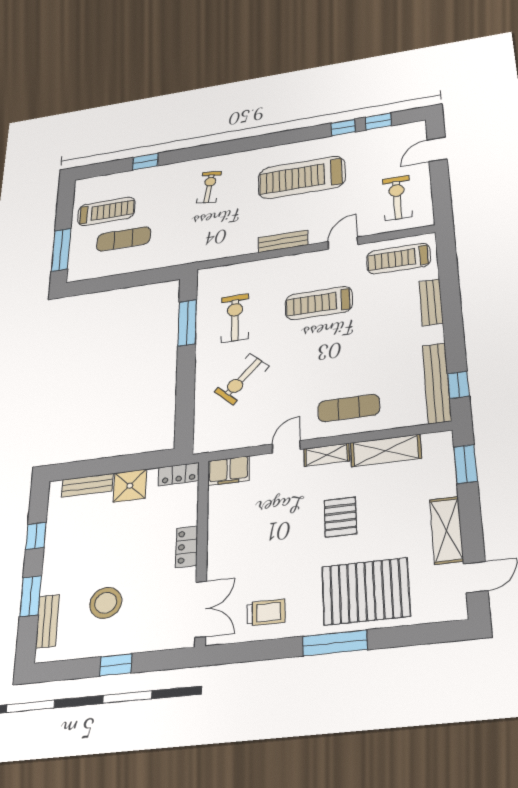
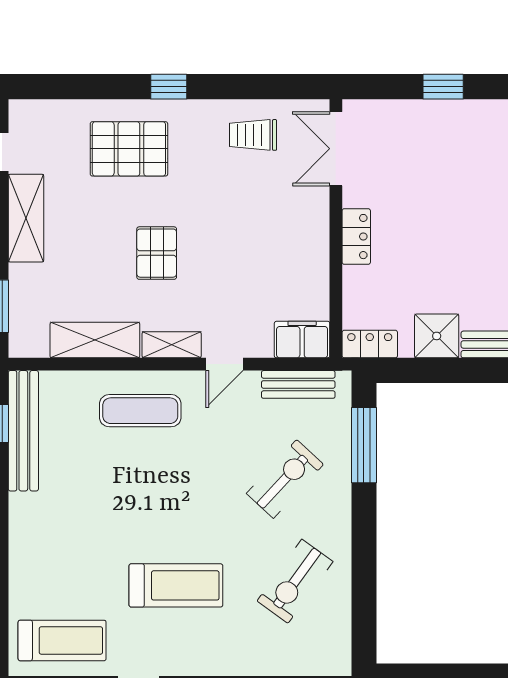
bench: (431, 302) -> (298, 384), moved, turned 90
exercise bike: (235, 318) -> (295, 581), turned 36
window: (187, 323) -> (364, 445), moved
pallet: (366, 591) -> (129, 149), width x0.73, depth x0.71
stool: (106, 603) -> (461, 171), removed
window: (335, 643) -> (169, 87), width x0.46

